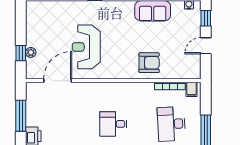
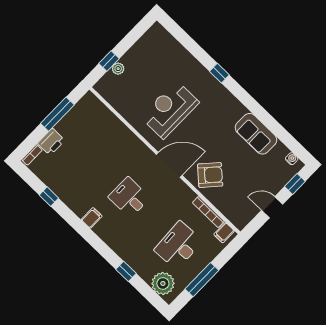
armchair: (149, 63) -> (210, 175), turned -48
door: (58, 81) -> (169, 165), moved

